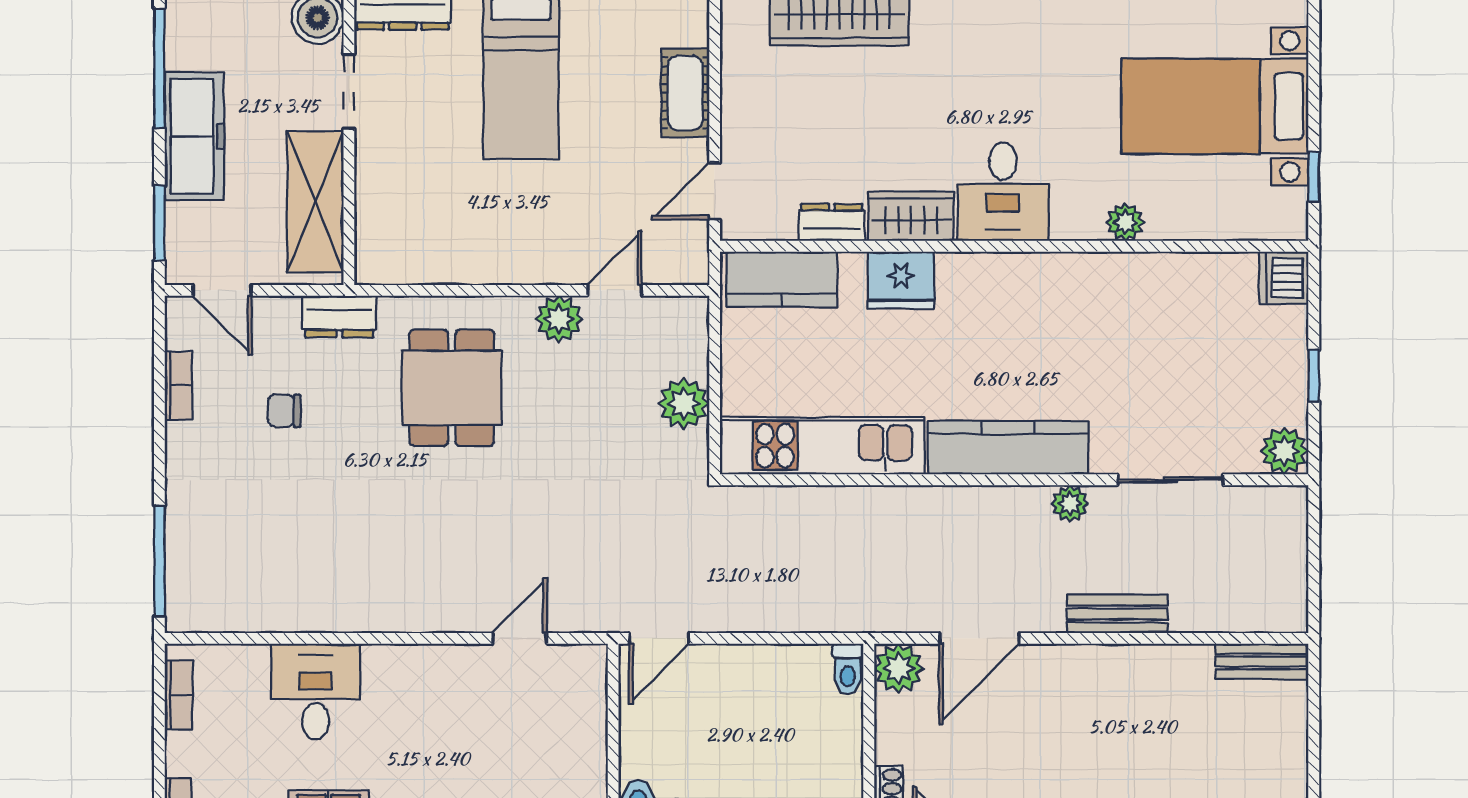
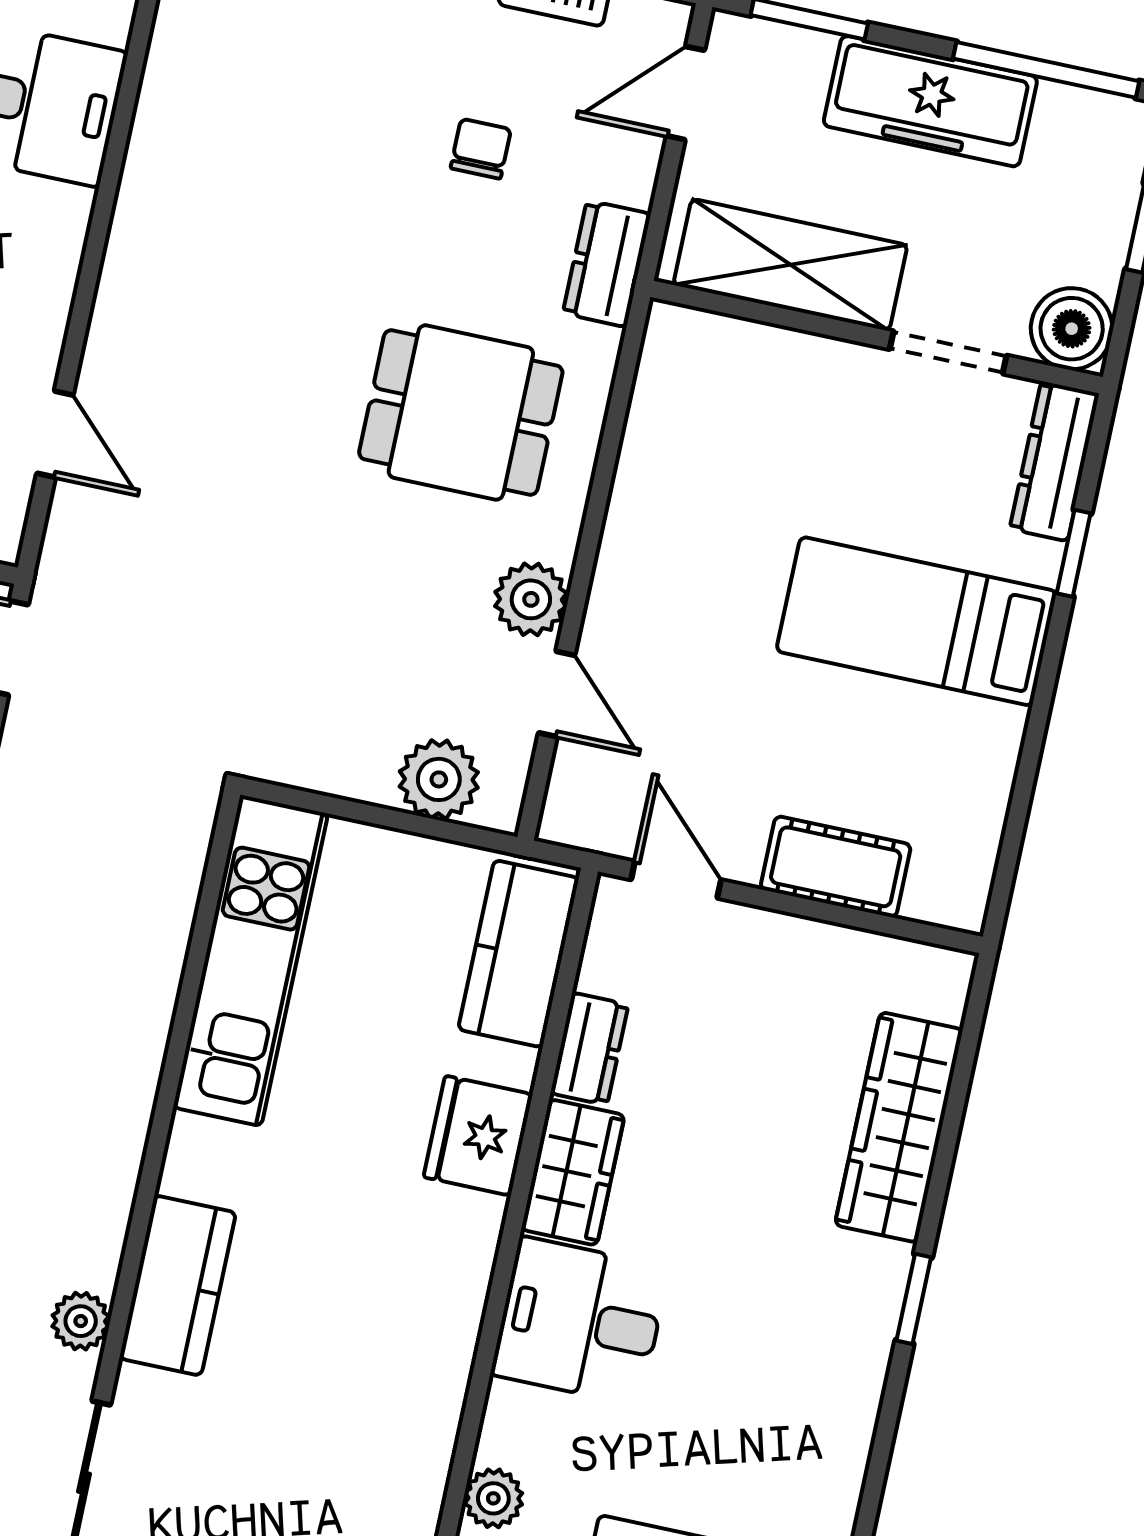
plant: (684, 404) -> (439, 779), moved
kitchen counter: (1008, 448) -> (178, 1285), width x0.67

